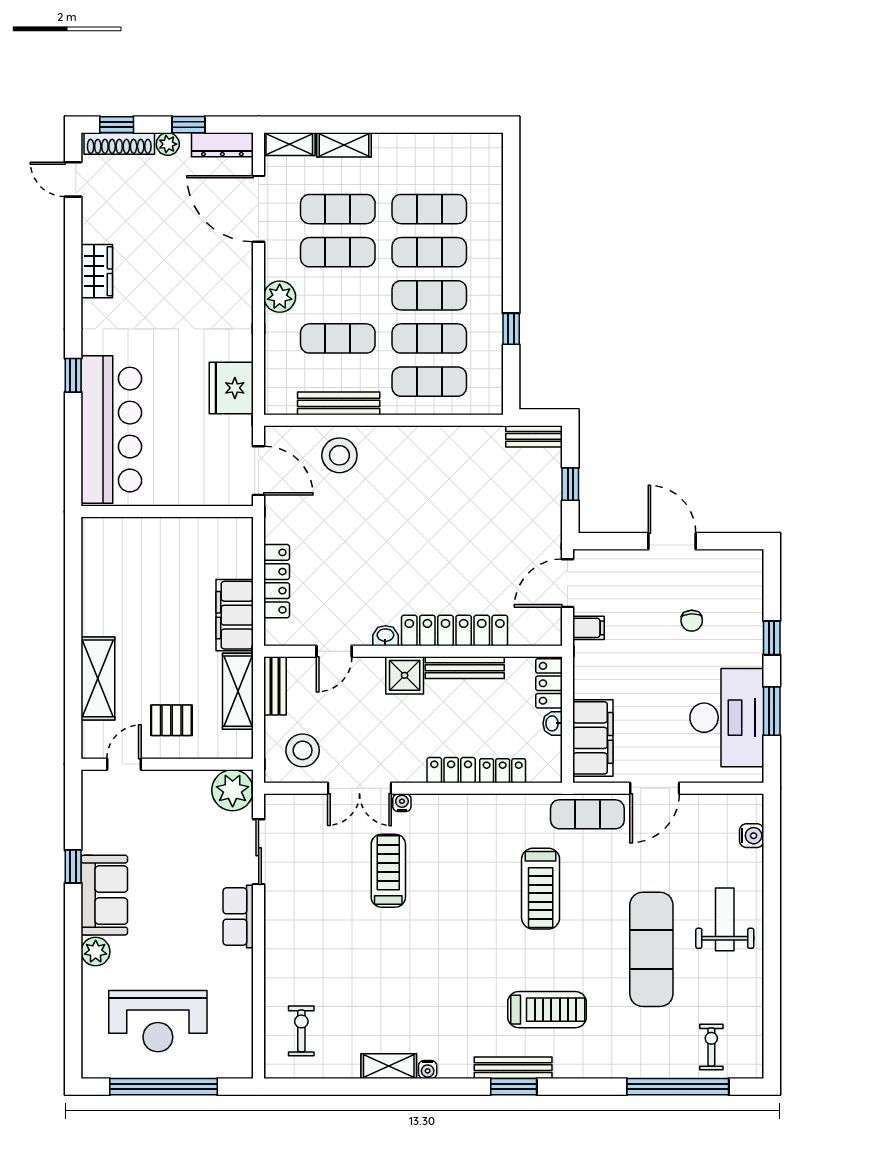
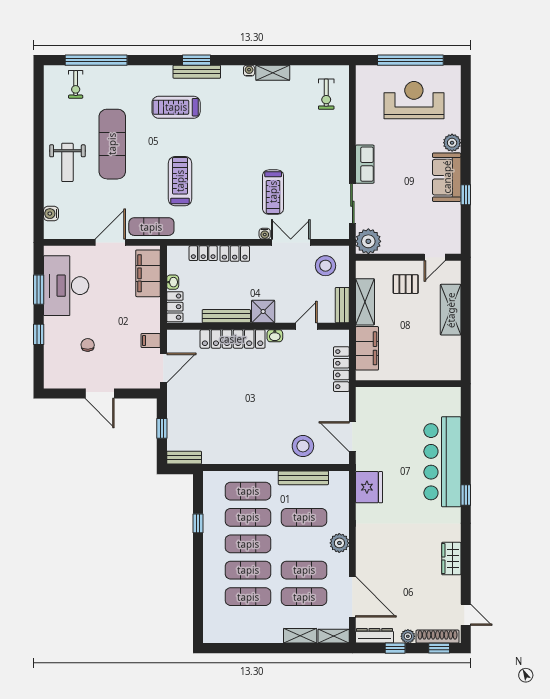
wall: (167, 512) -> (408, 384), moved

